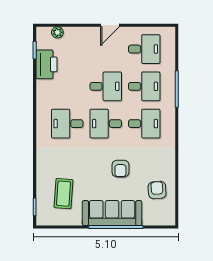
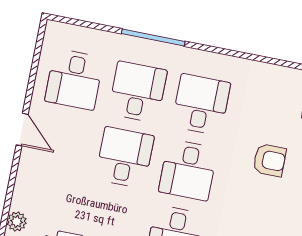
desk: (144, 49) -> (74, 79), turned 180

